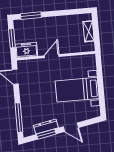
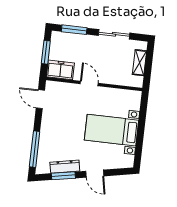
sliding door: (63, 13) -> (114, 34), added
door: (52, 56) -> (89, 83), hinge flipped

